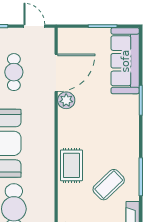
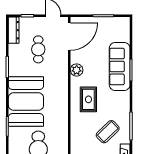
sofa: (125, 61) -> (120, 66), moved
door: (56, 73) -> (69, 36), moved
rug: (71, 165) -> (88, 99), moved

